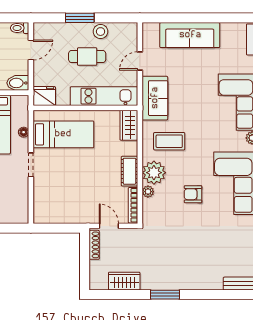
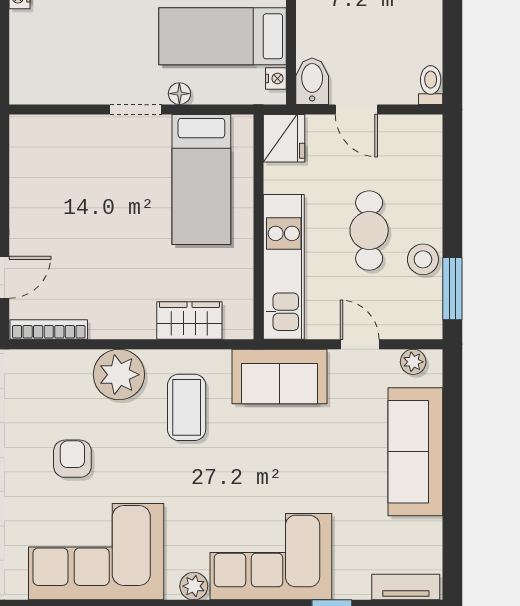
window: (80, 18) -> (452, 289), moved
door: (31, 50) -> (356, 109), moved
nightstand: (17, 100) -> (276, 78), added
wardrobe: (129, 125) -> (189, 320), moved
floor lamp: (24, 132) -> (179, 94), moved
cot: (129, 171) -> (122, 322), removed
plant: (148, 192) -> (413, 362), moved

